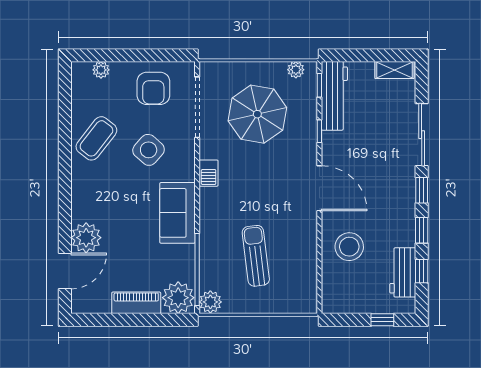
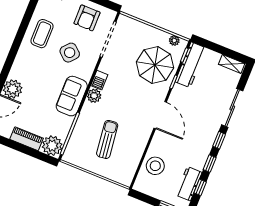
parasol: (257, 114) -> (155, 65), moved
coffee table: (96, 138) -> (42, 34), turned -38
stool: (349, 247) -> (155, 166), moved
plant: (210, 302) -> (94, 96), moved

